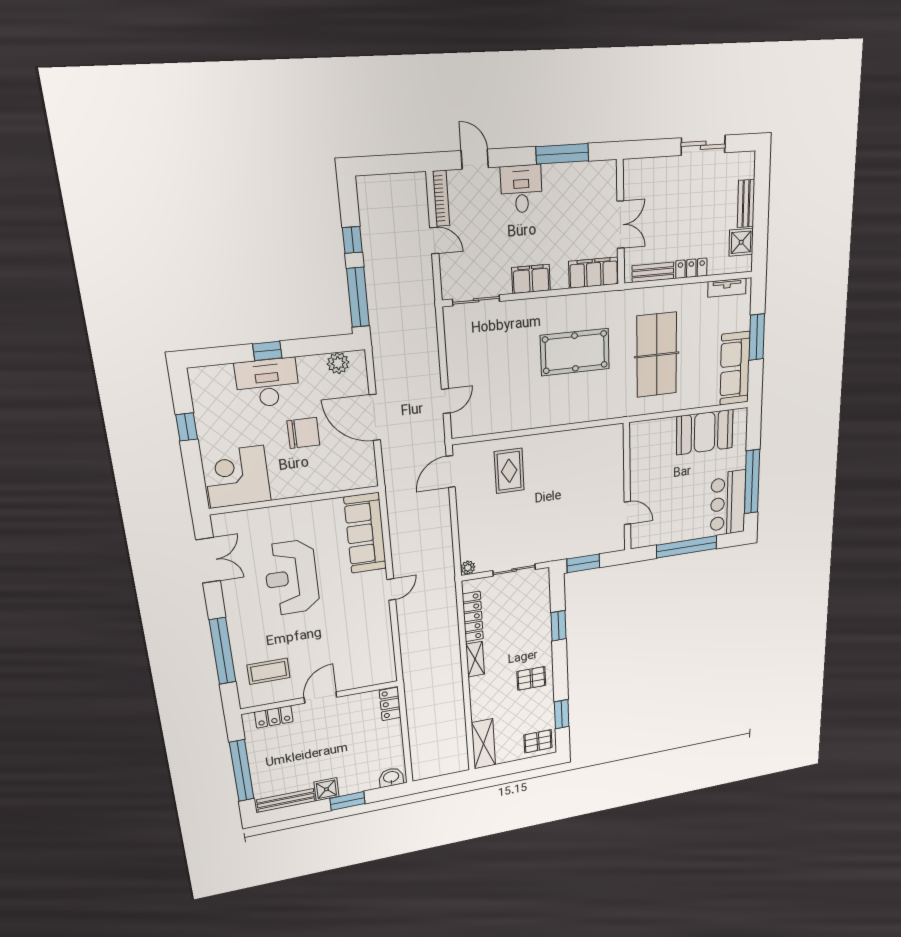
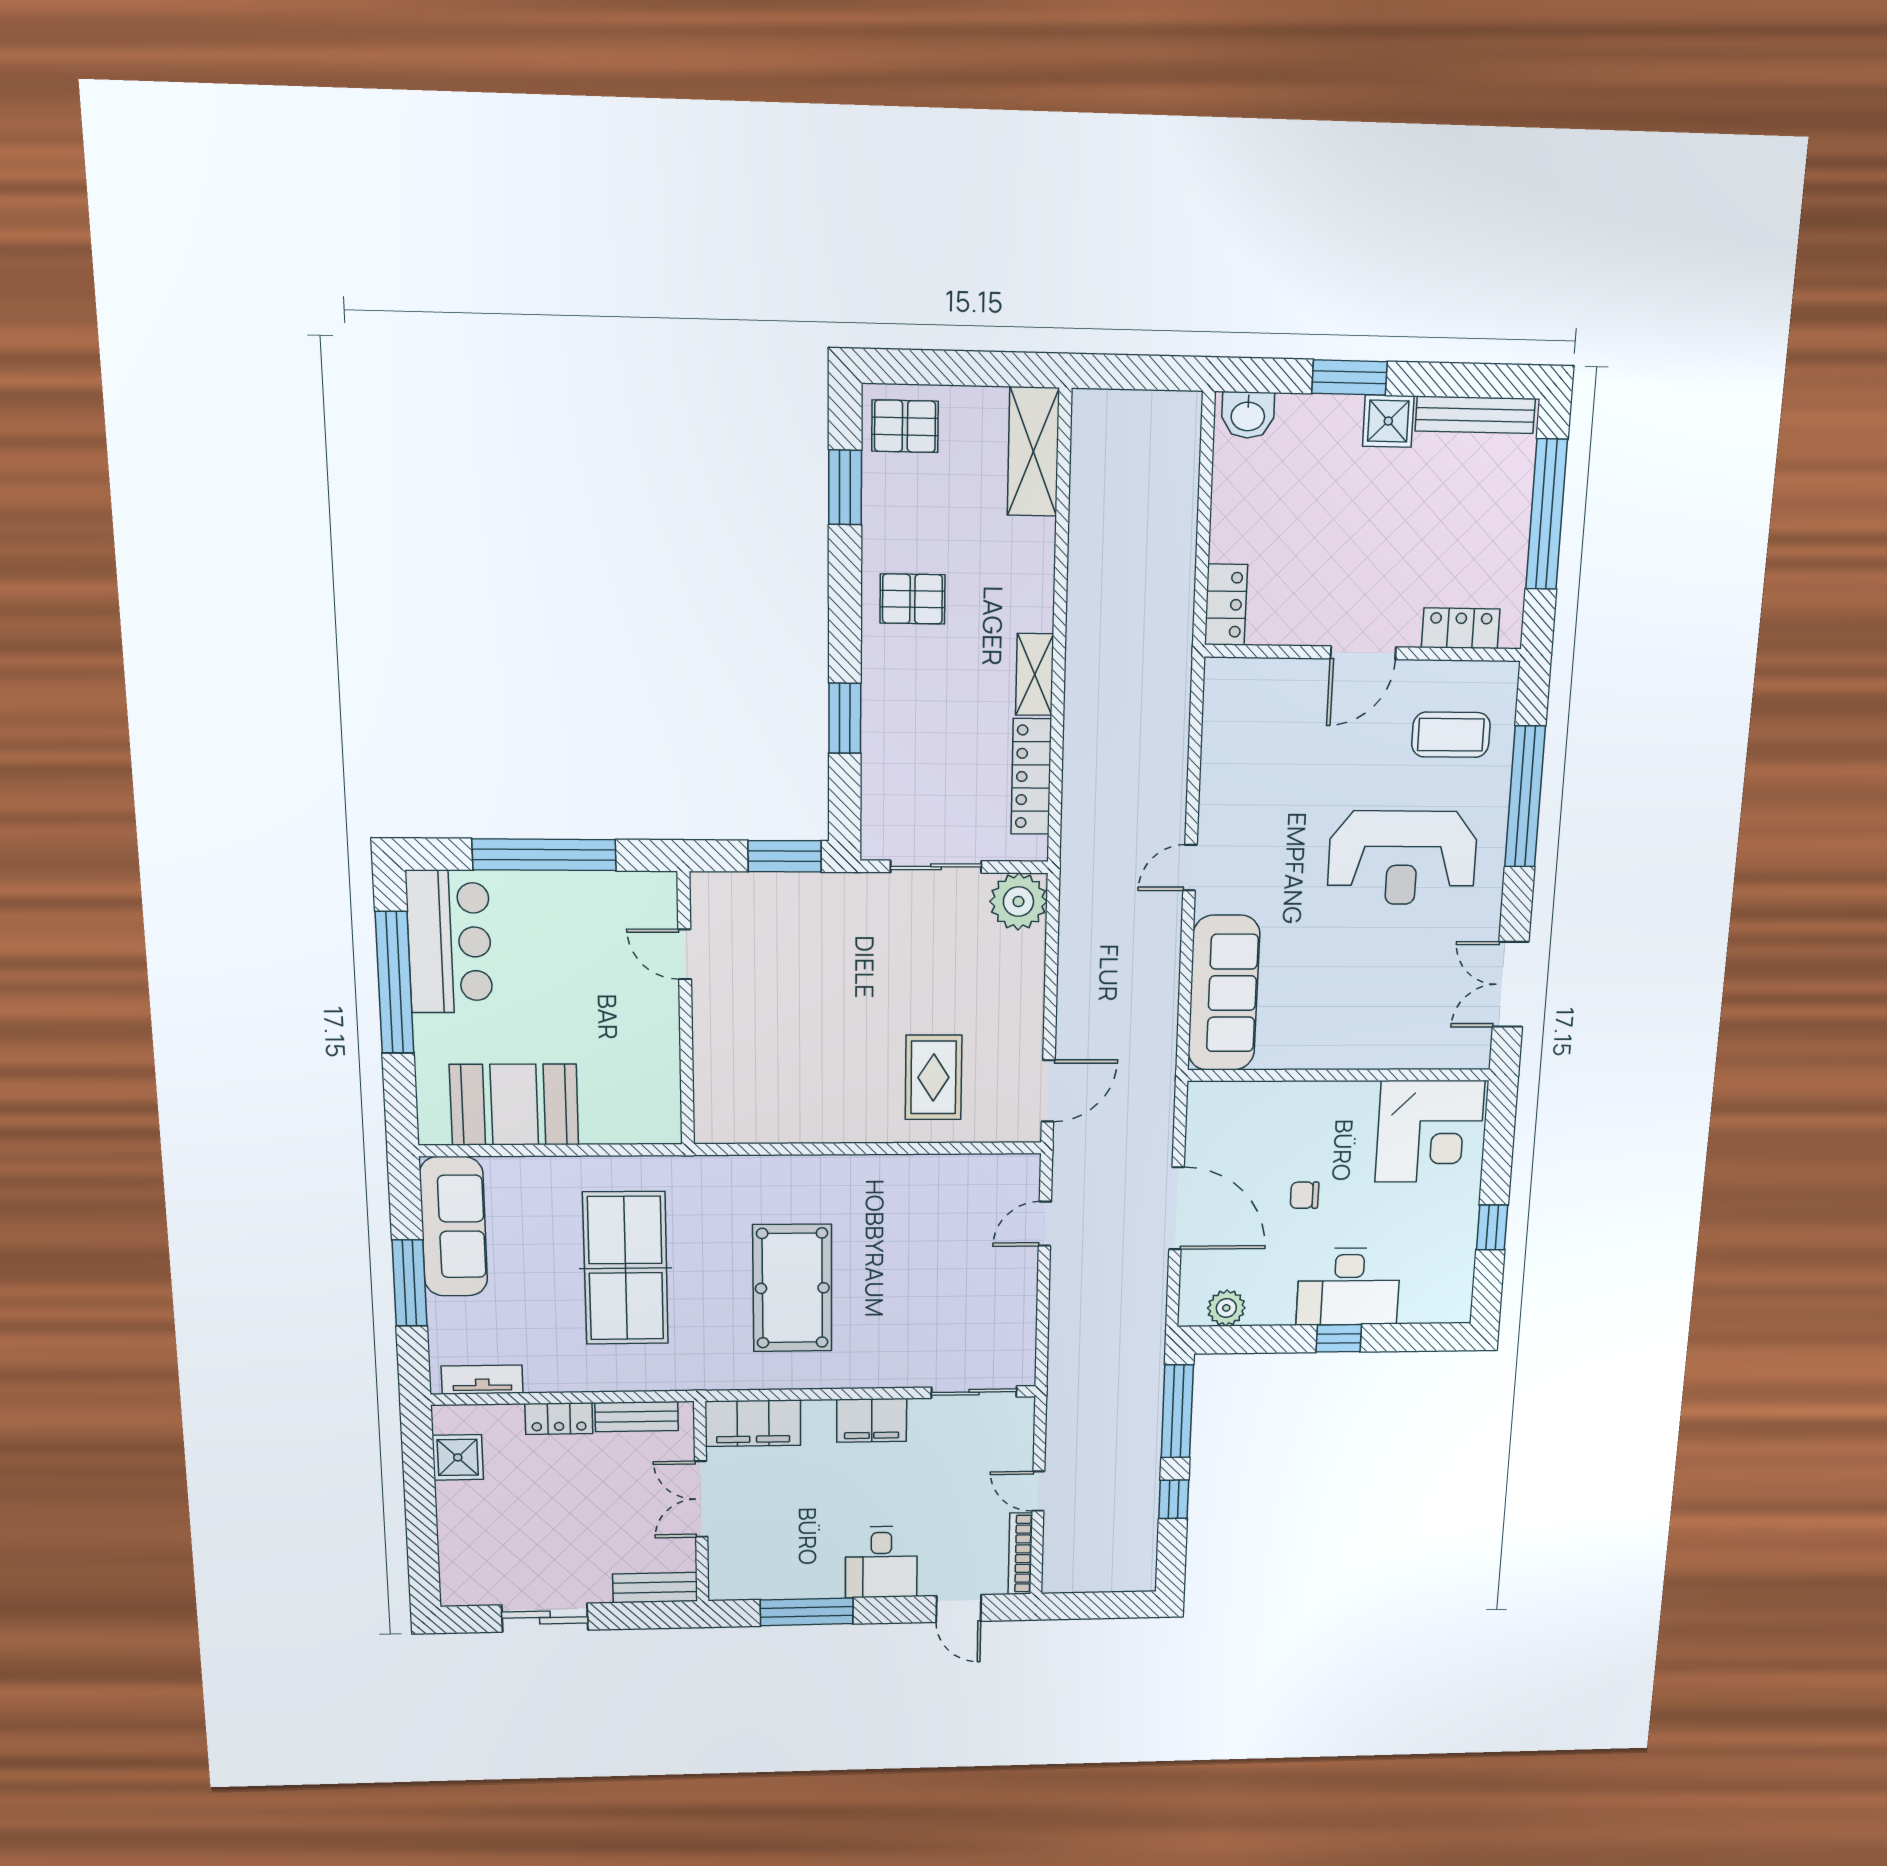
bench: (746, 204) -> (655, 1588), moved, turned 90
pool table: (575, 352) -> (792, 1288), turned 90
chair: (303, 433) -> (1304, 1195), width x0.54, depth x0.54
plant: (468, 568) -> (1018, 902), width x1.87, depth x1.87
reception desk: (292, 578) -> (1402, 858), moved, turned 90

